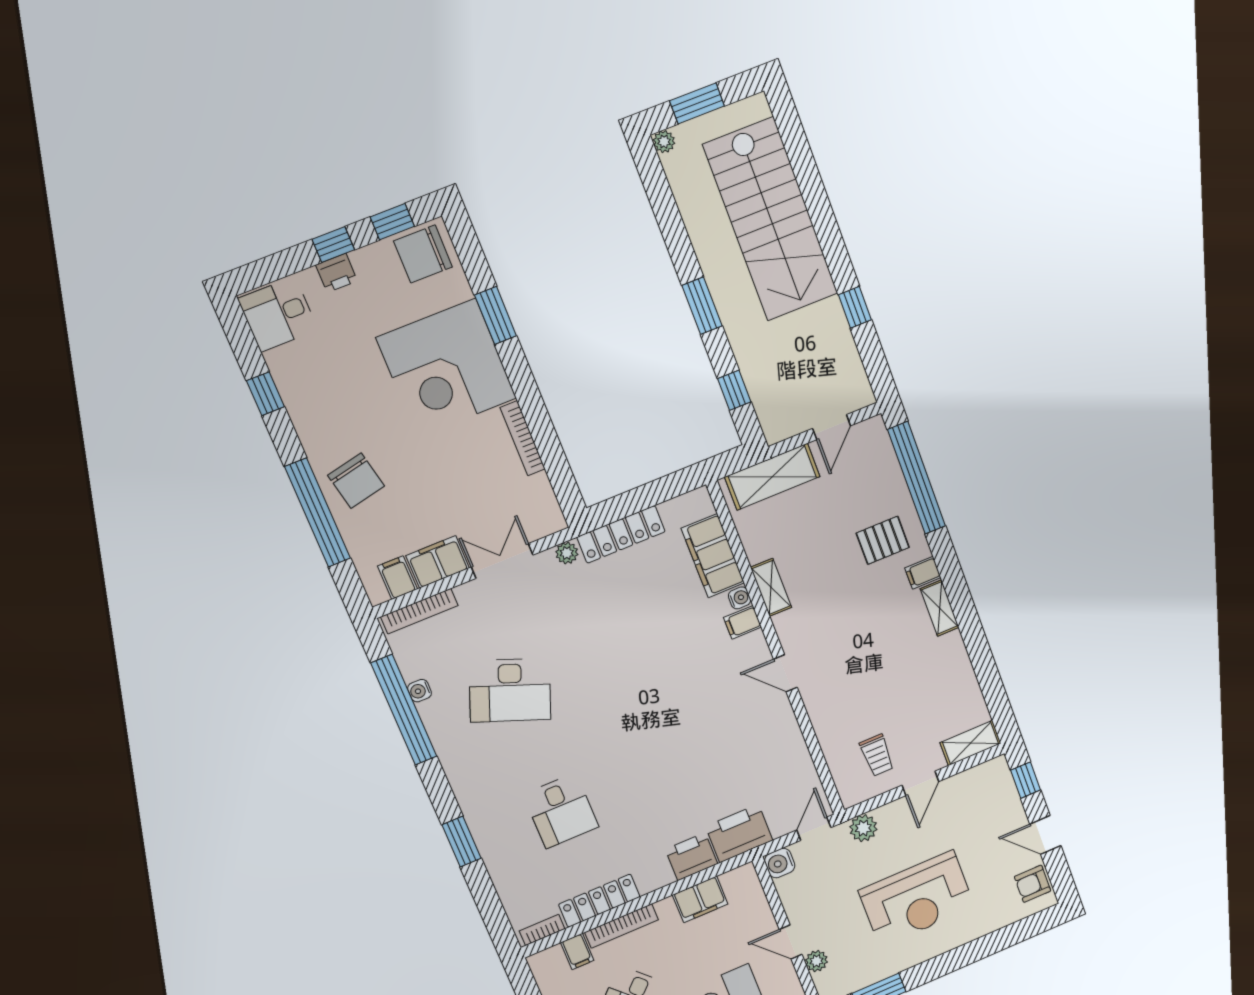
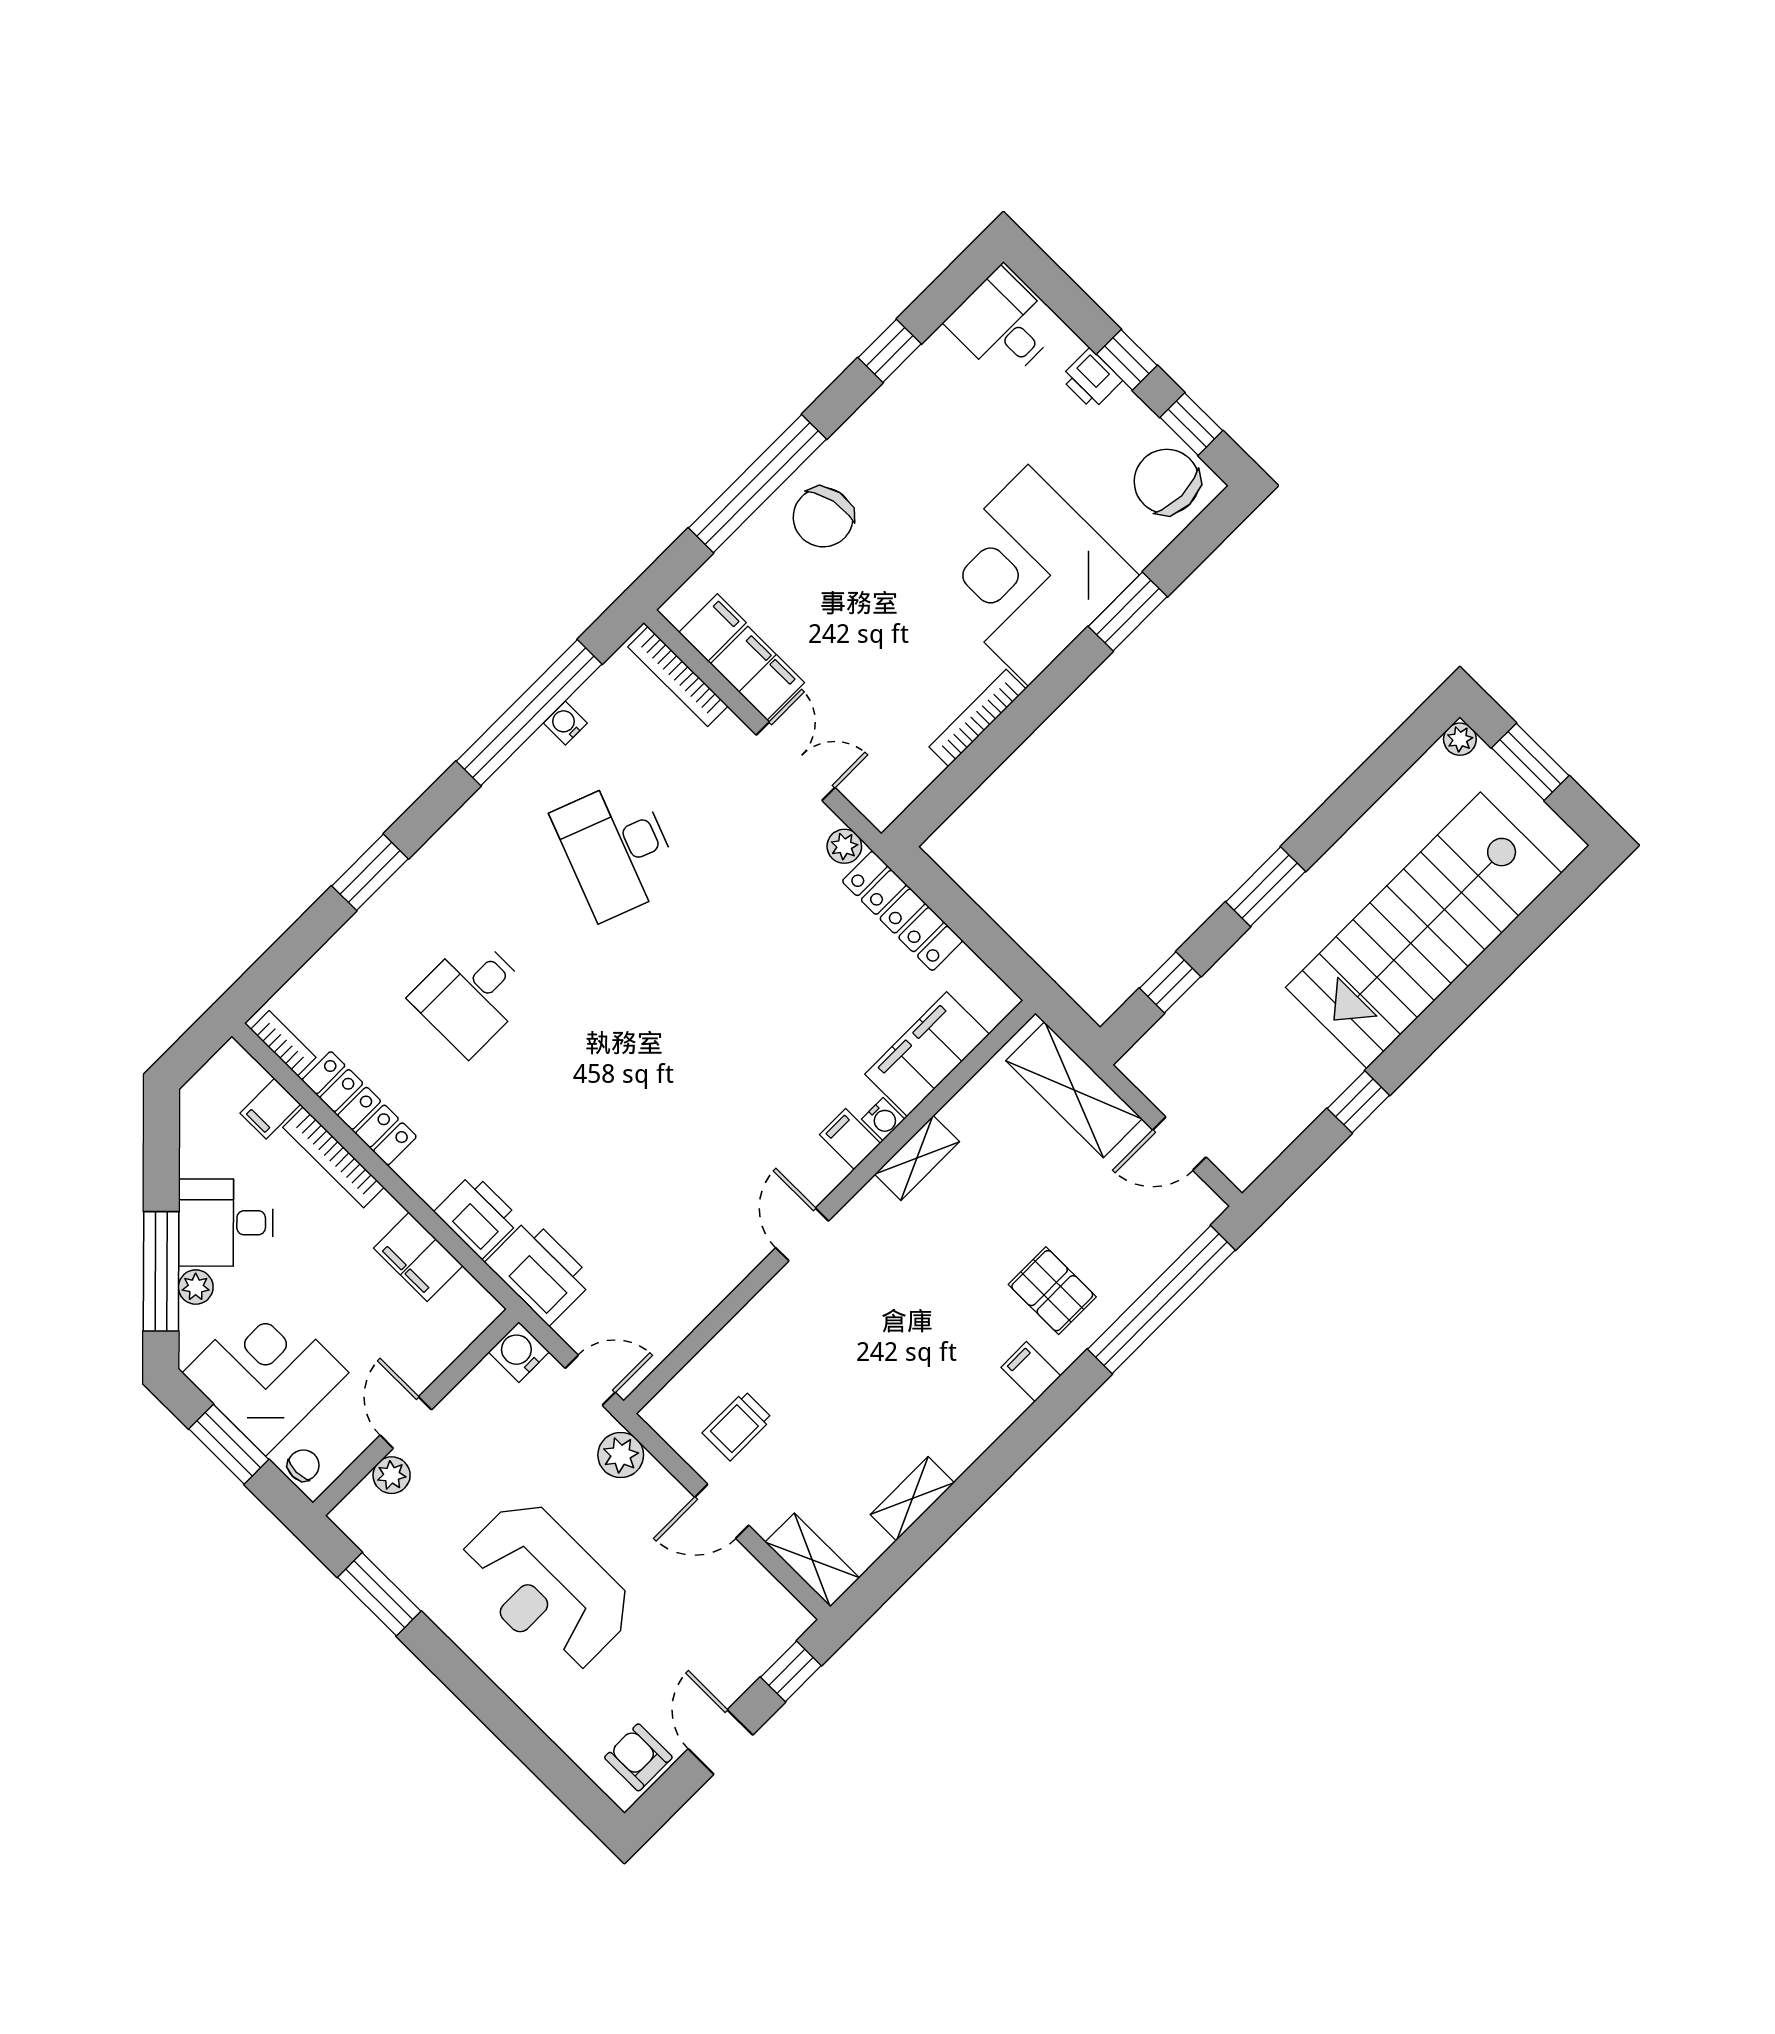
shelving: (940, 608) -> (912, 1499), moved

